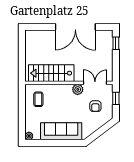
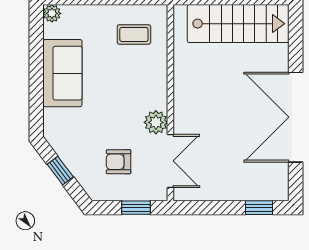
stairs: (51, 73) -> (238, 24), moved, turned 90
sofa: (61, 131) -> (62, 73), width x0.73
window: (99, 132) -> (60, 171), added

